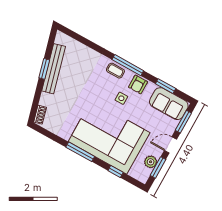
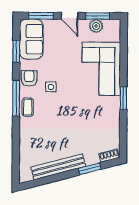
window: (44, 69) -> (90, 169), moved
armchair: (138, 84) -> (29, 78), turned -90
corner sofa: (109, 137) -> (101, 69), width x0.73, depth x0.74
window: (80, 152) -> (123, 98), width x0.69
window: (116, 172) -> (124, 54), removed

